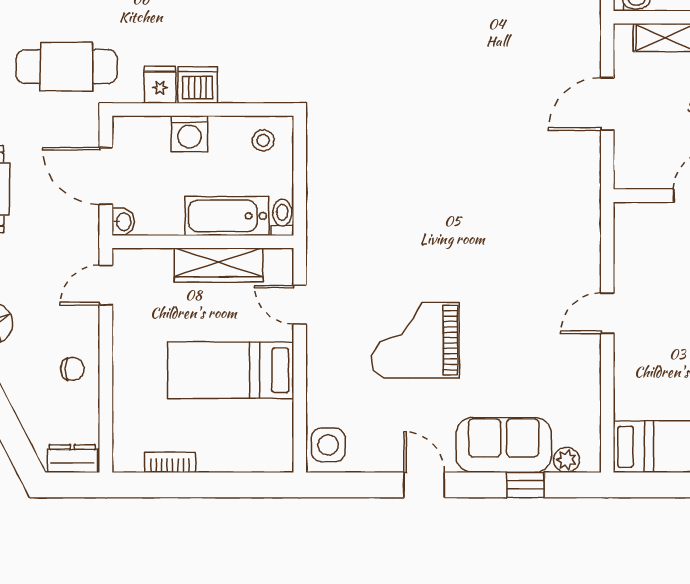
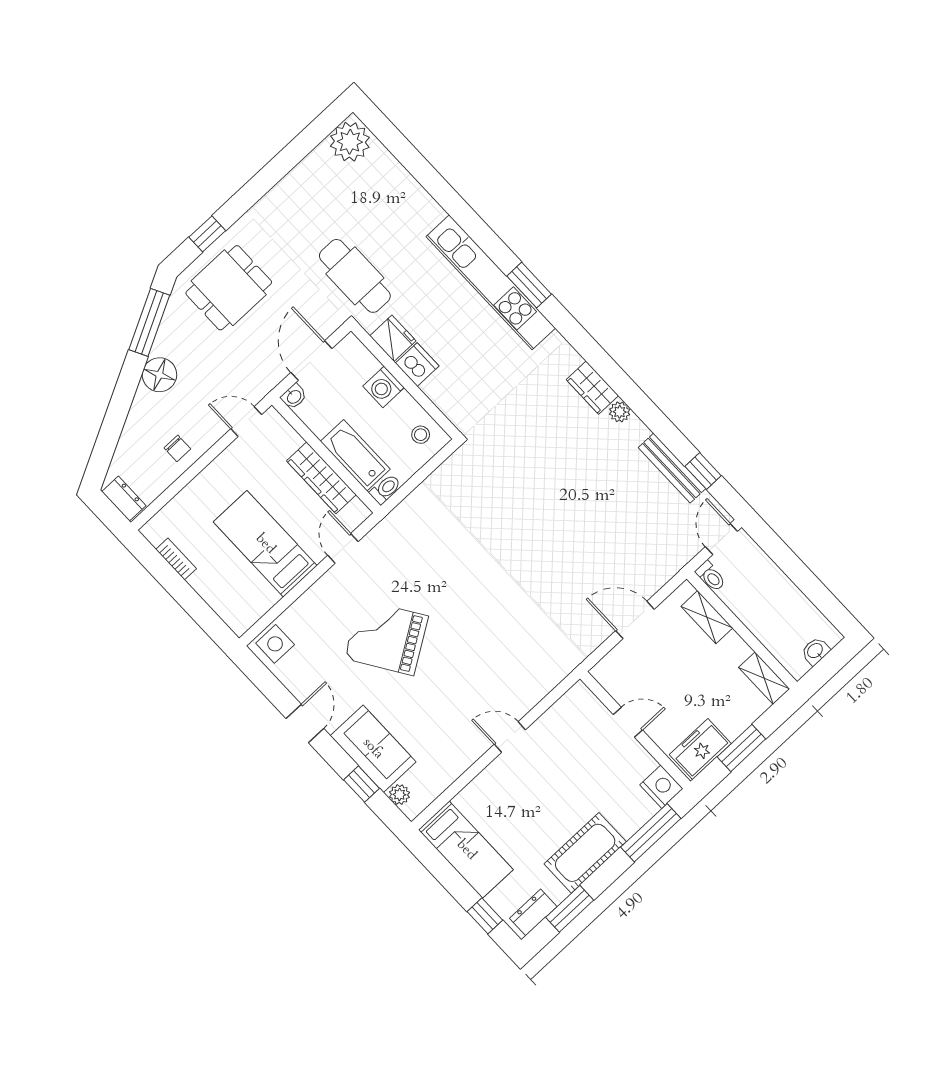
fridge: (160, 85) -> (393, 338), width x1.38
grand piano: (415, 340) -> (386, 637), turned -33

